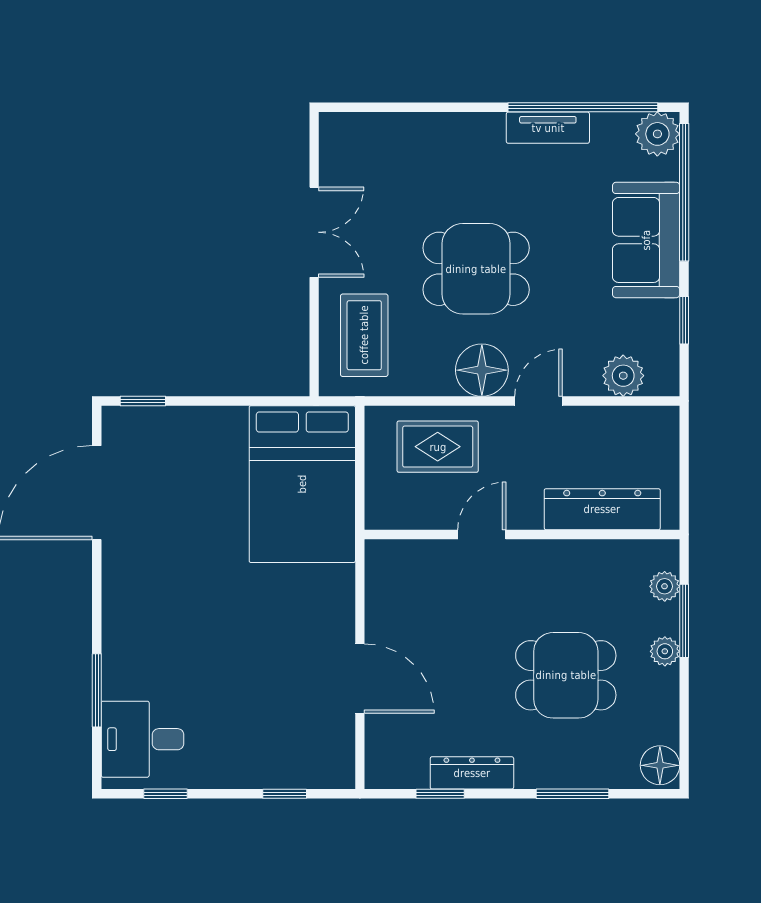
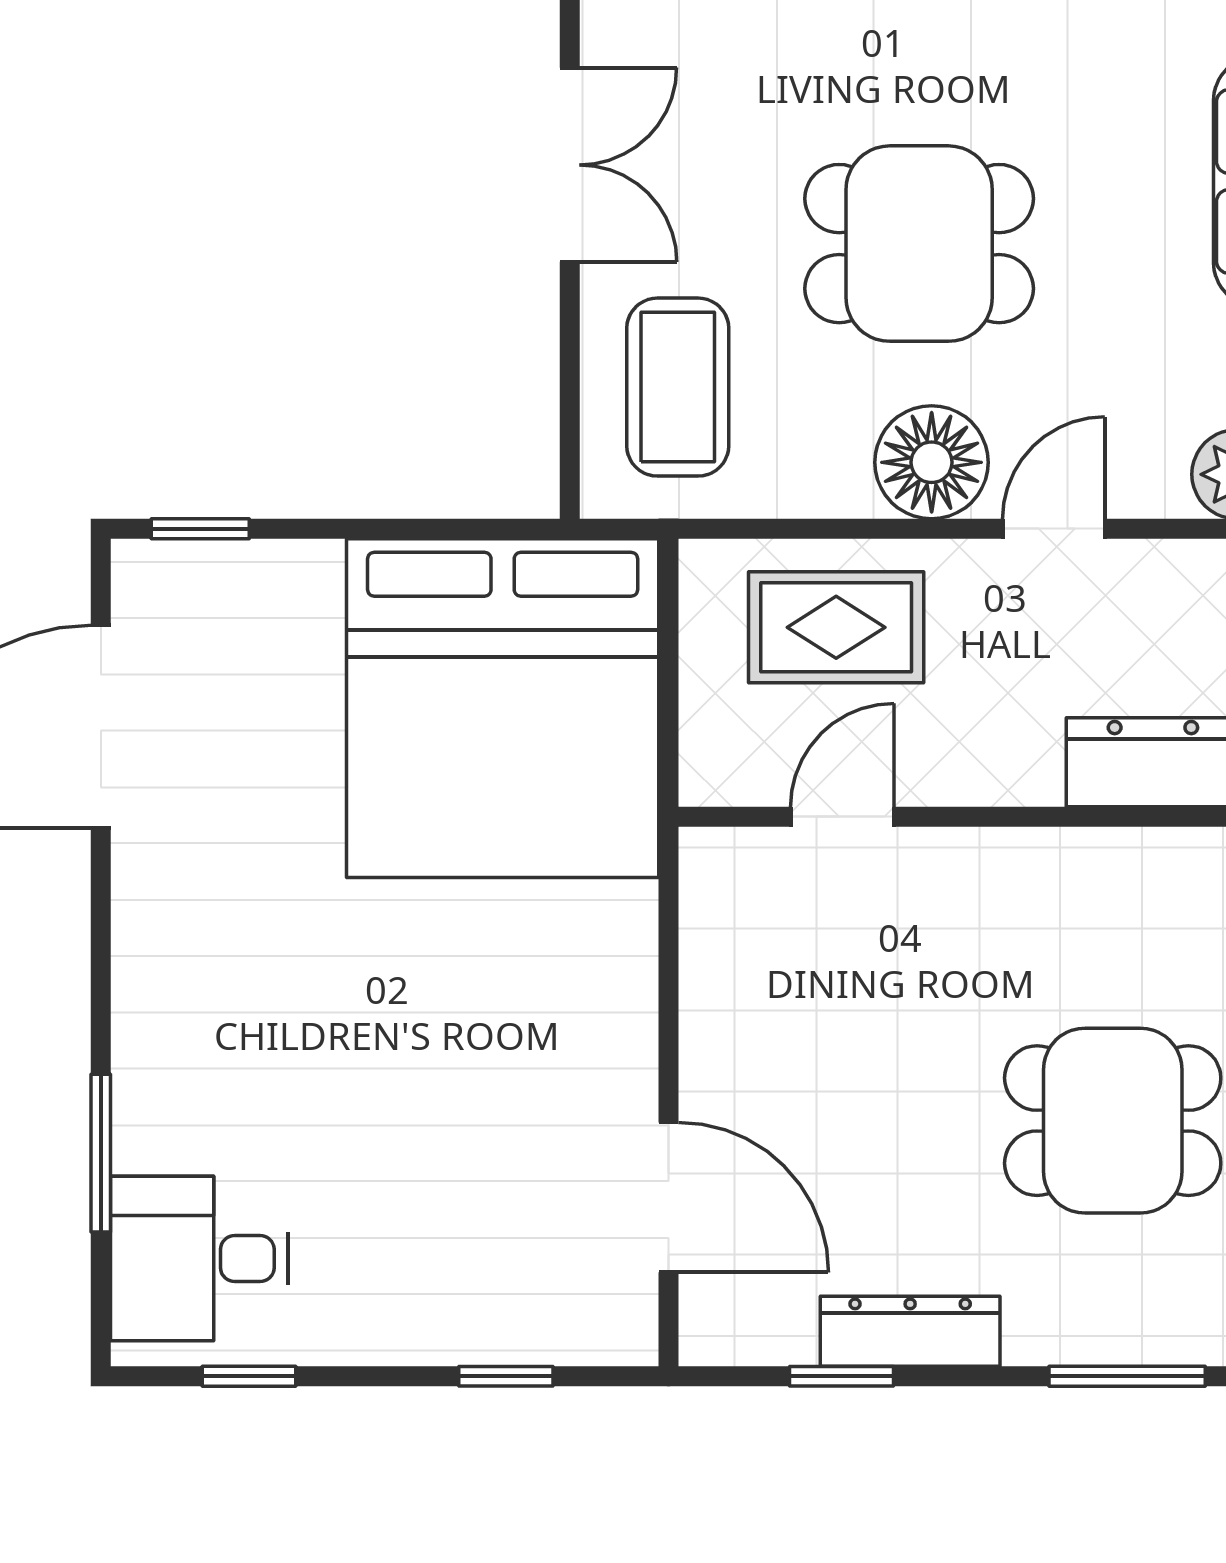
bed: (302, 484) -> (503, 708), width x1.36
door: (482, 534) -> (842, 817), moved
door: (360, 679) -> (668, 1197), moved

